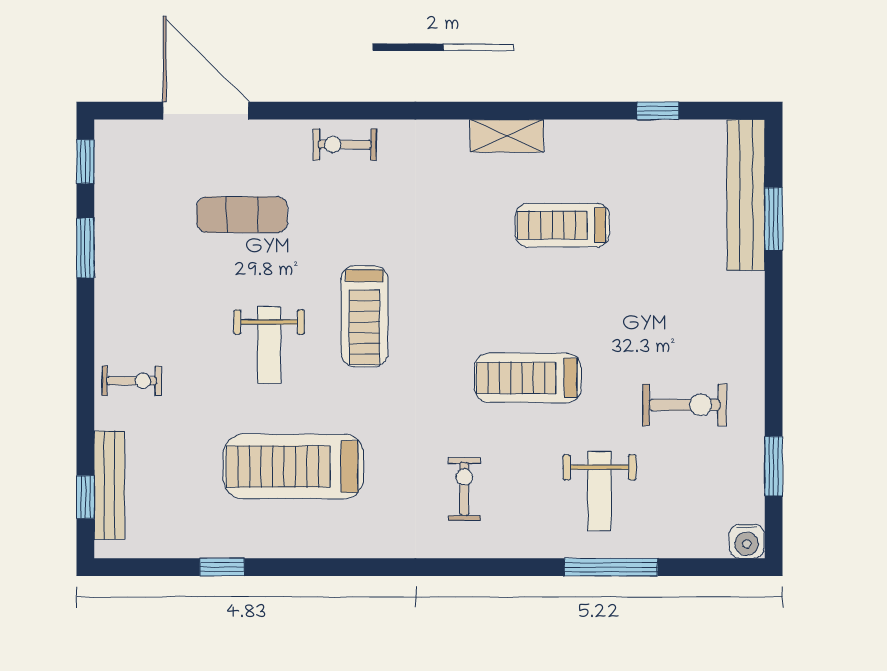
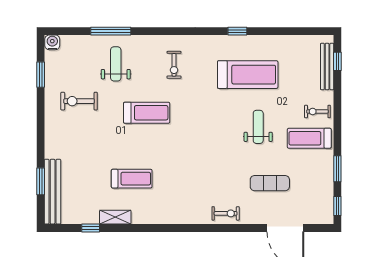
shelving: (507, 136) -> (115, 217), moved
treadmill: (364, 316) -> (309, 138), moved, turned -90
window: (222, 567) -> (237, 31), moved

